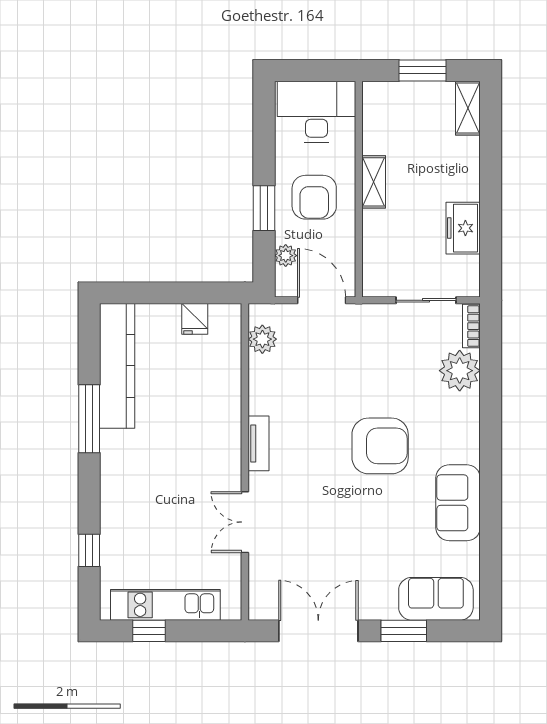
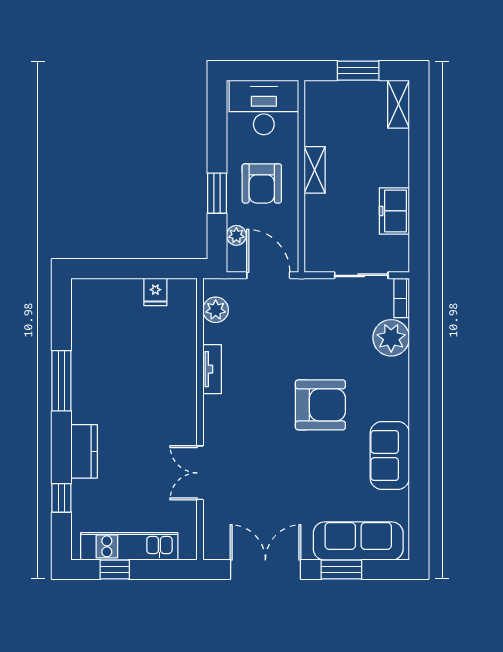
kitchen counter: (117, 366) -> (84, 451), moved, width x0.48, depth x0.86
tv unit: (259, 443) -> (212, 369), moved
sofa: (436, 599) -> (358, 541), width x1.36

